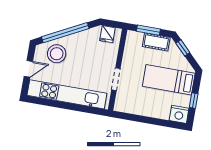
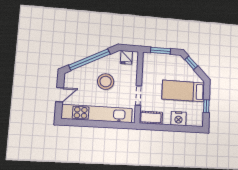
cot: (156, 42) -> (151, 118), moved
stool: (57, 54) -> (106, 82), moved
nightstand: (179, 114) -> (178, 119), moved

